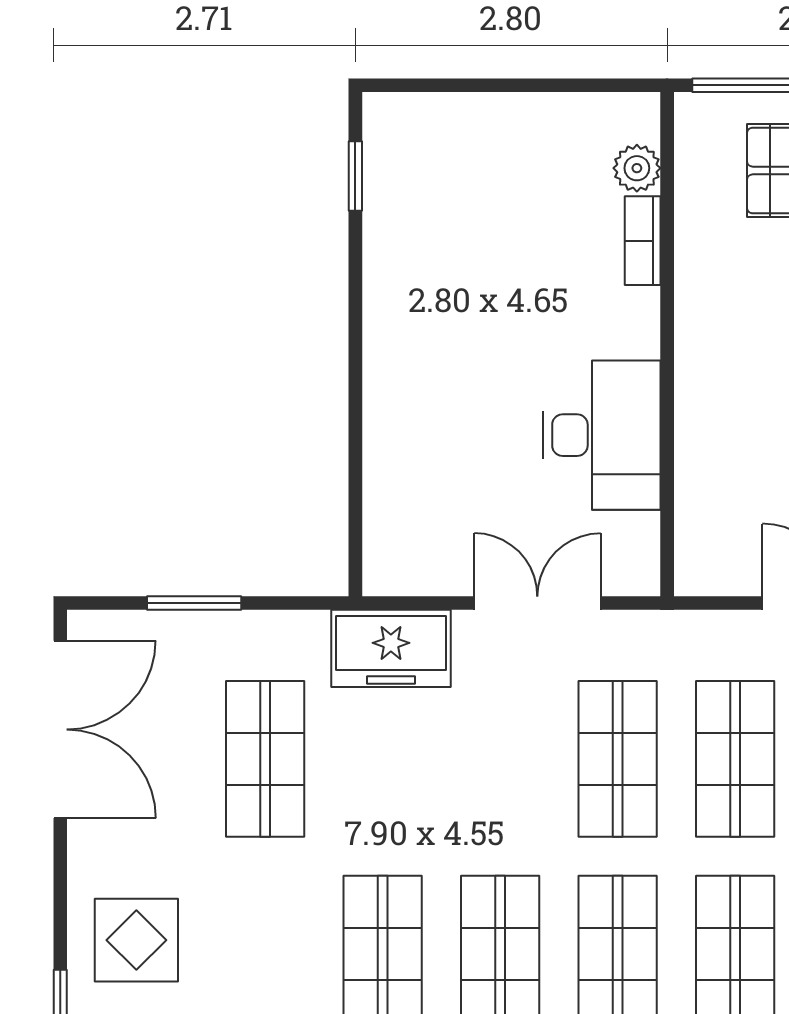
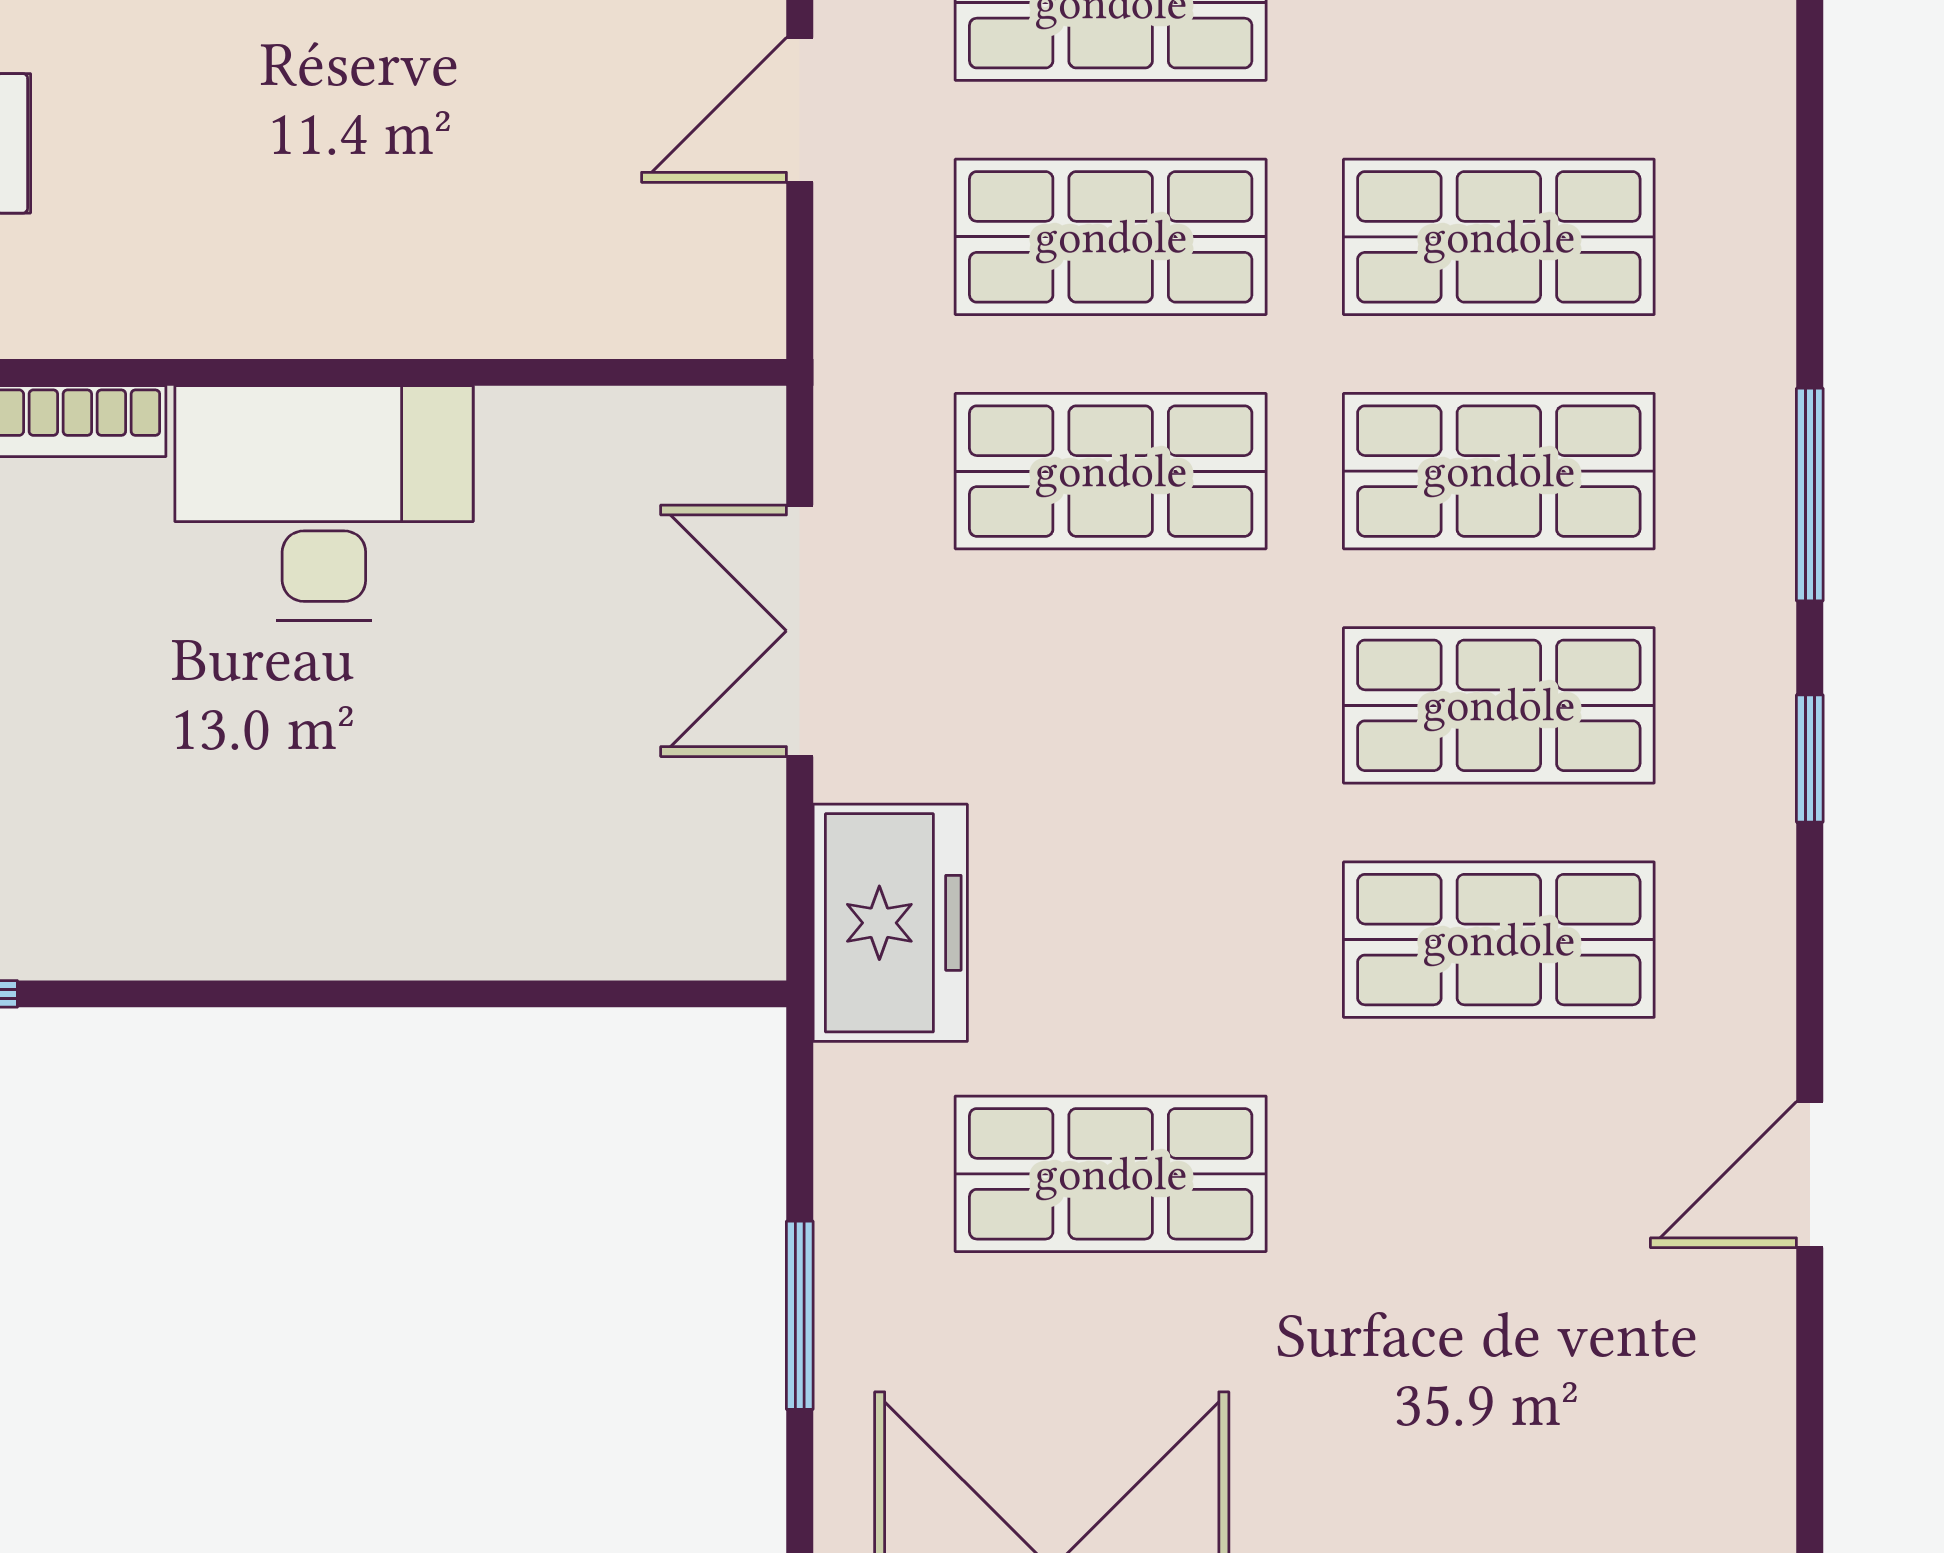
desk: (602, 435) -> (324, 503), moved
display table: (136, 940) -> (1472, 1430), removed

